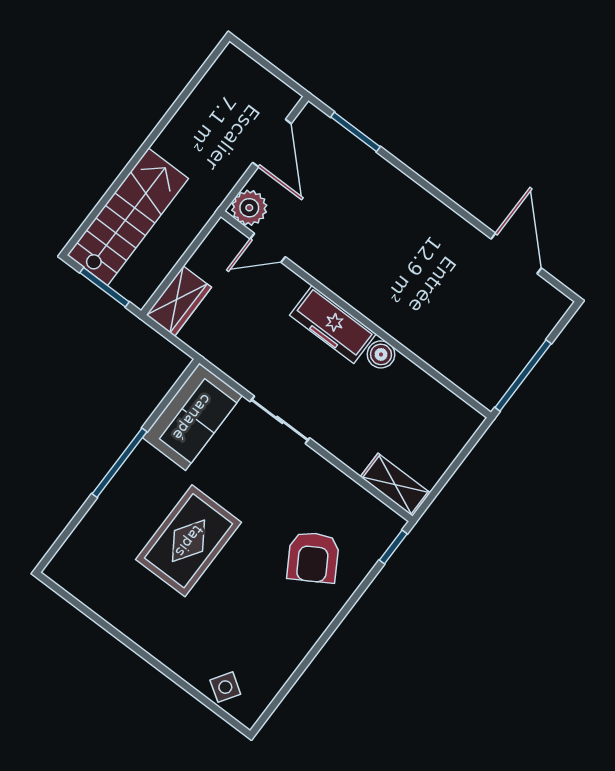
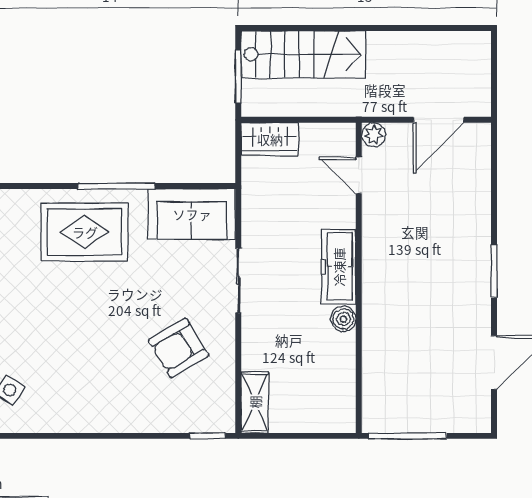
window: (355, 132) -> (494, 271), moved
plant: (249, 208) -> (374, 135), width x0.73, depth x0.73
rug: (189, 541) -> (85, 232), moved
armchair: (313, 557) -> (178, 348), moved

